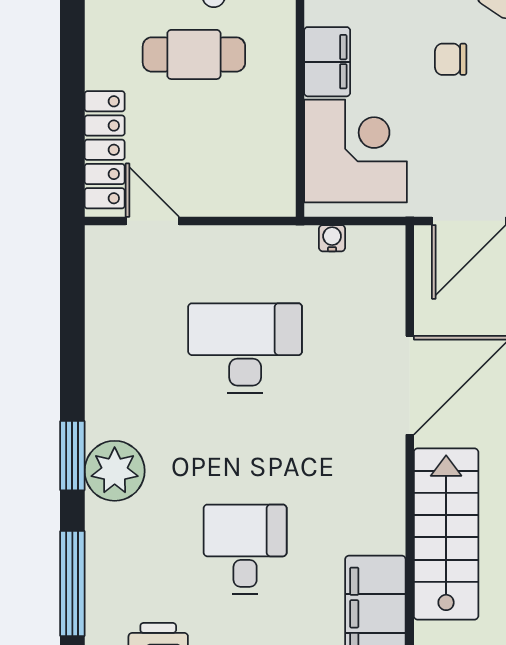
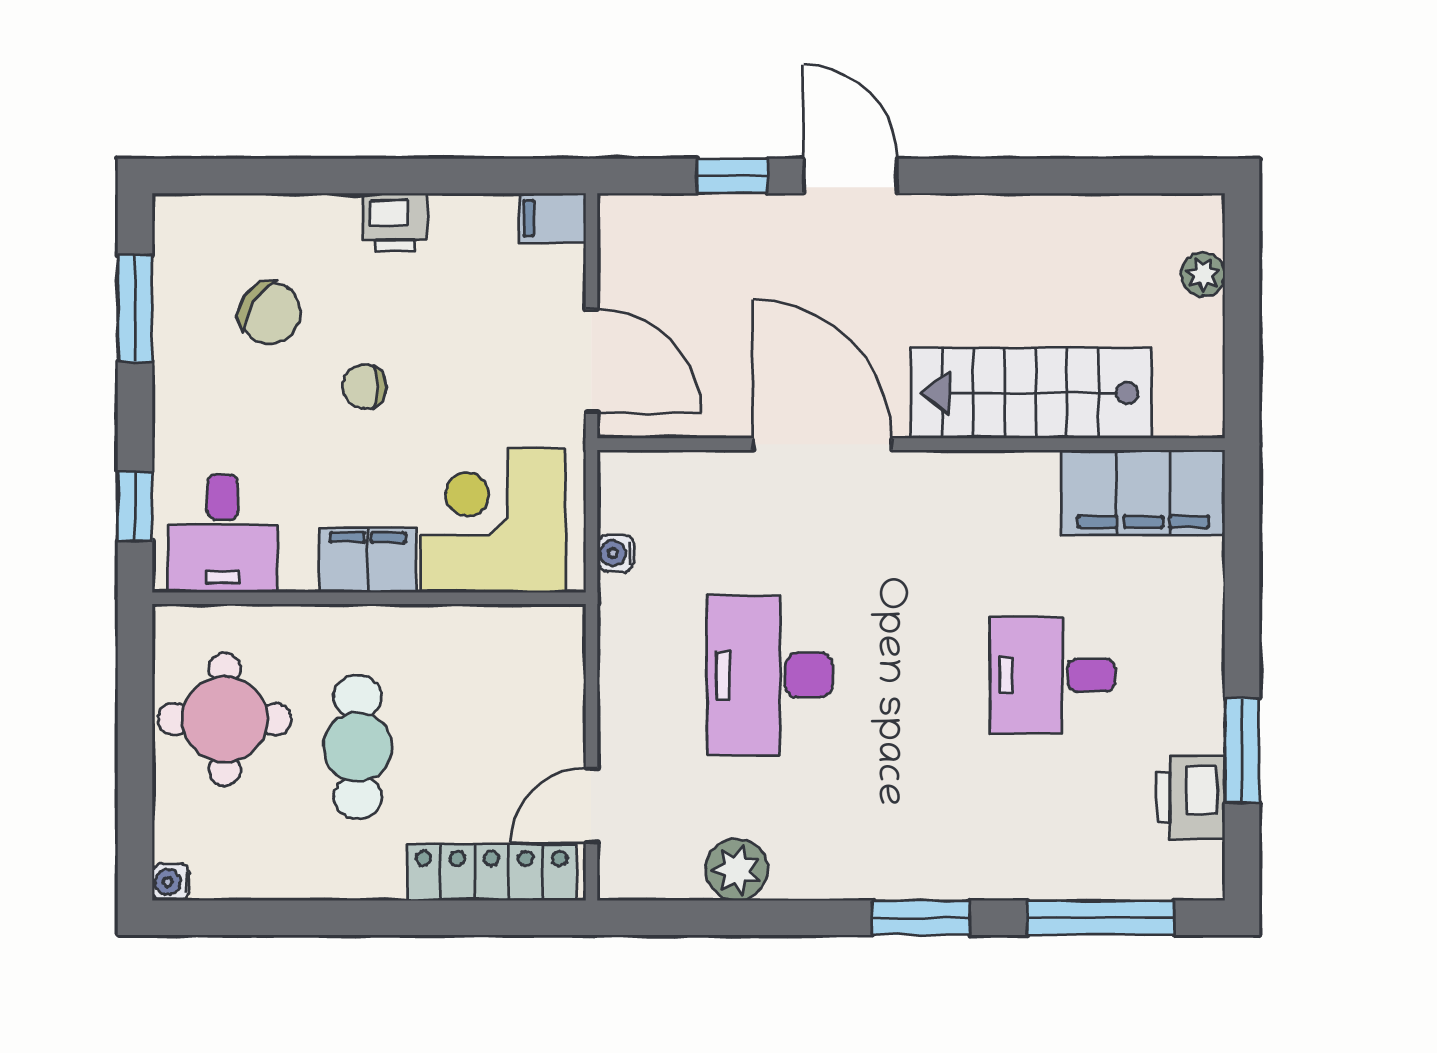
chair: (451, 59) -> (364, 387), turned 90
plant: (115, 471) -> (737, 870), moved, width x0.73, depth x0.73

